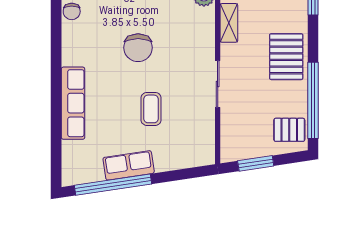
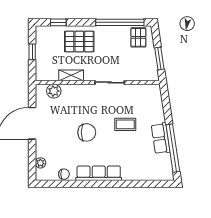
pallet: (286, 57) -> (79, 42), moved
row of seats: (73, 103) -> (99, 173), moved

